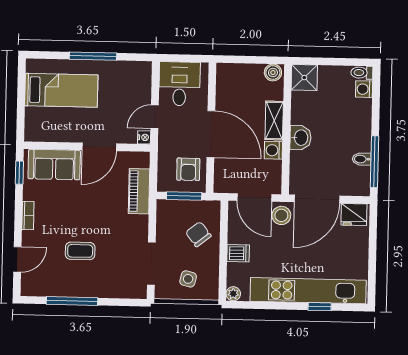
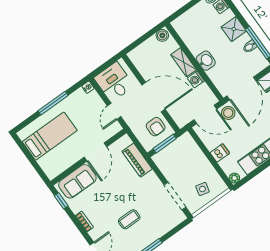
shower: (304, 78) -> (234, 29), moved
nightstand: (144, 137) -> (88, 87), moved
chair: (198, 234) -> (189, 159), removed

